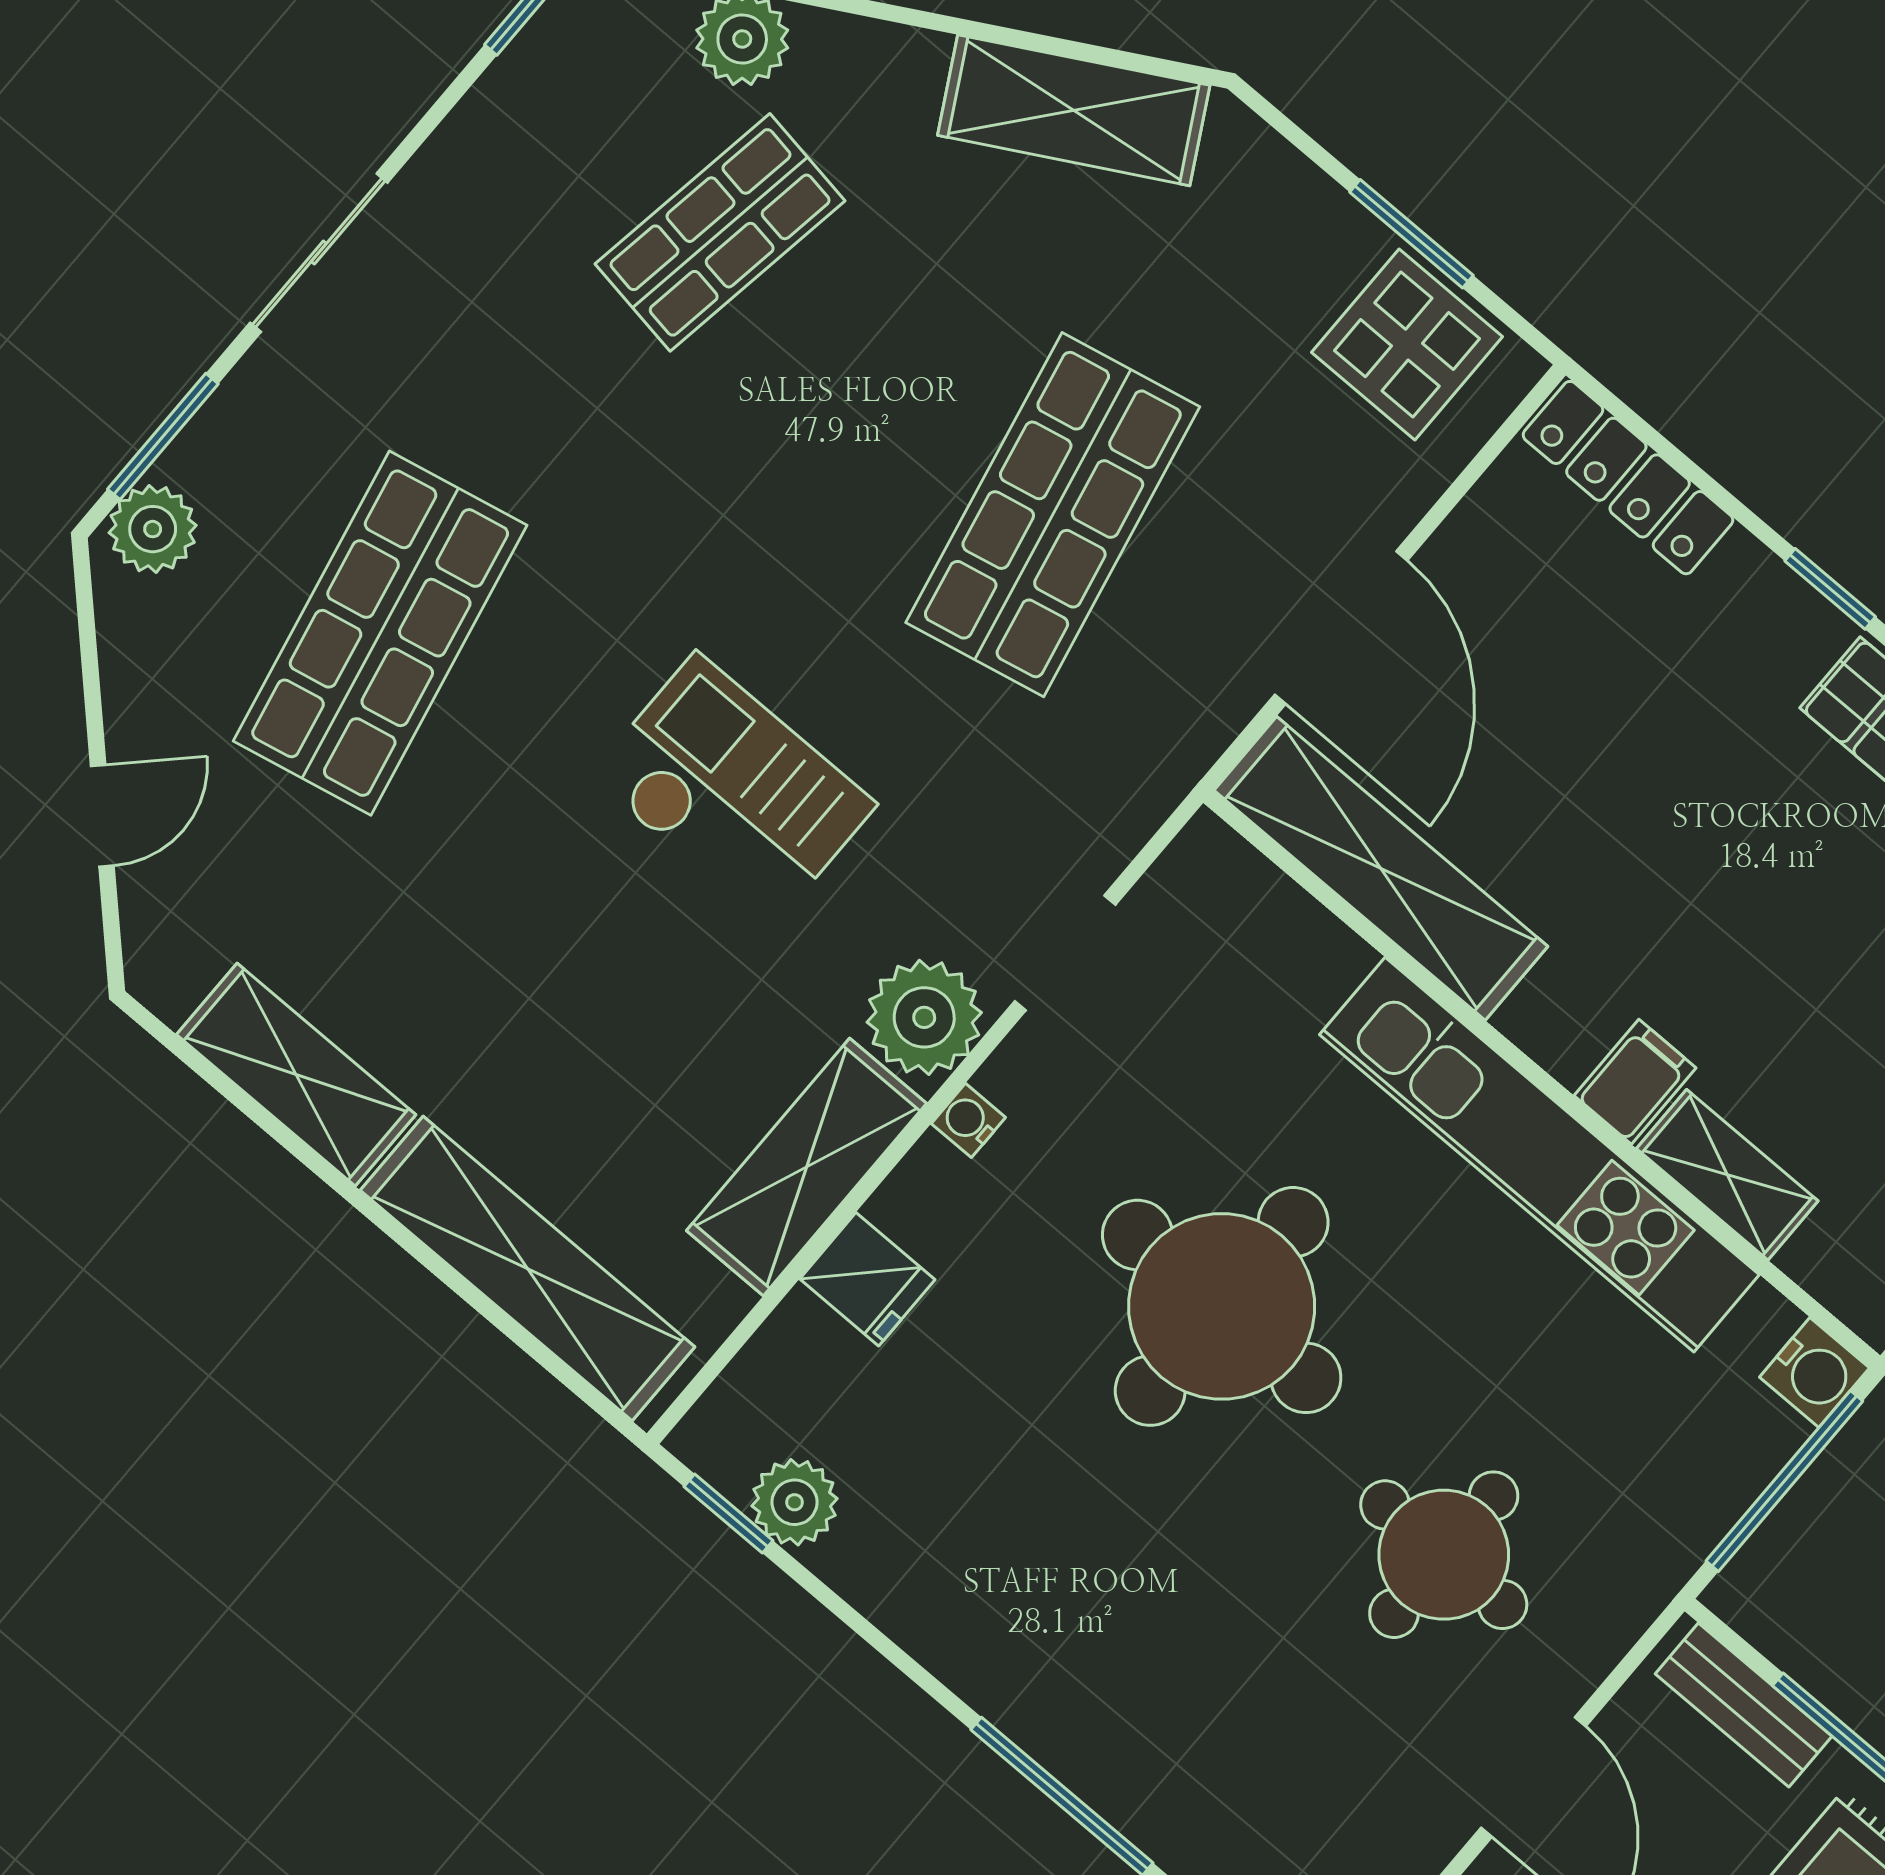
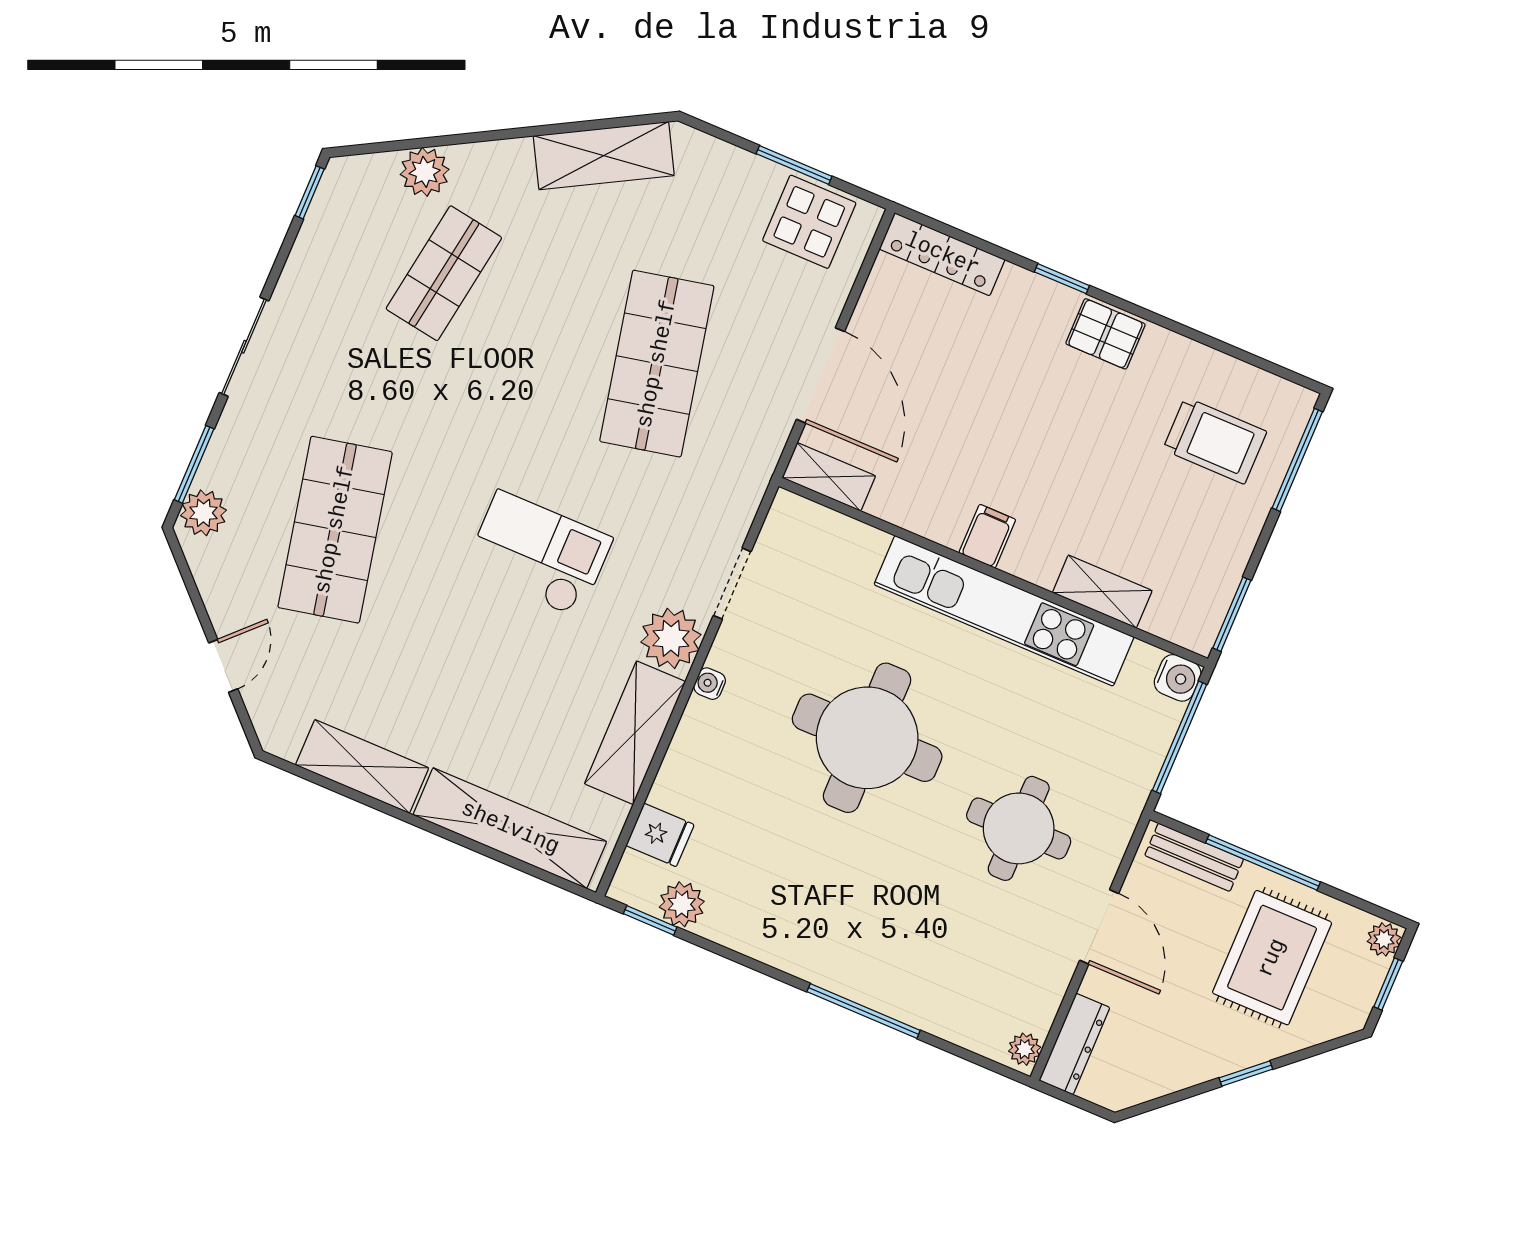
shelving: (1381, 868) -> (829, 477), width x0.45, depth x0.75
filing cabinet: (1635, 1082) -> (987, 536), moved
fridge: (867, 1279) -> (660, 835), moved

